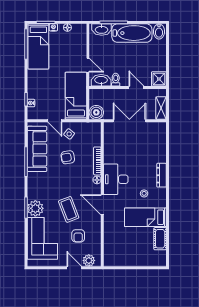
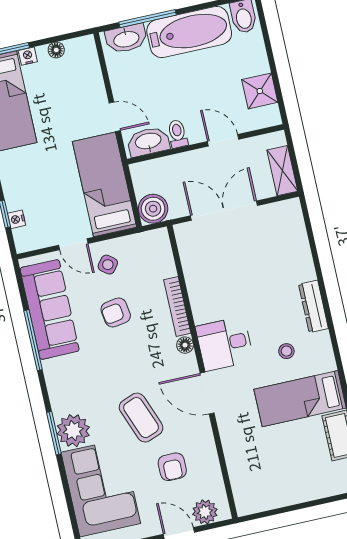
shower: (159, 79) -> (260, 91), moved
desk: (116, 179) -> (225, 344), width x0.73

